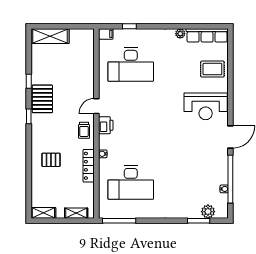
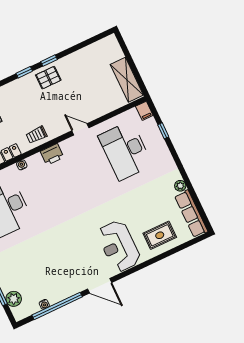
shelving: (50, 36) -> (127, 80), moved
rug: (212, 69) -> (160, 235), turned 90
window: (29, 81) -> (49, 61), moved
pallet: (42, 99) -> (48, 78), width x0.67, depth x0.71
door: (96, 106) -> (80, 129), moved

